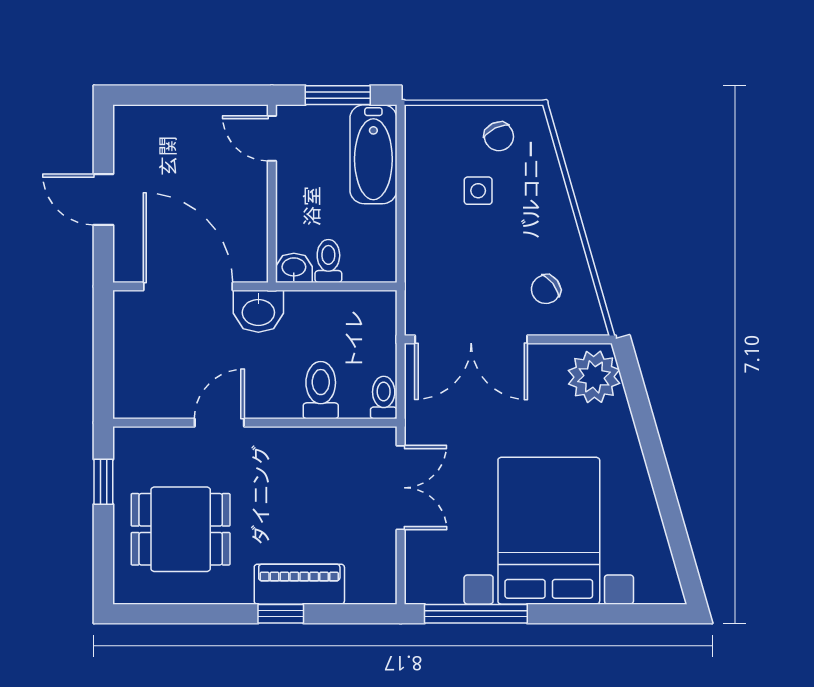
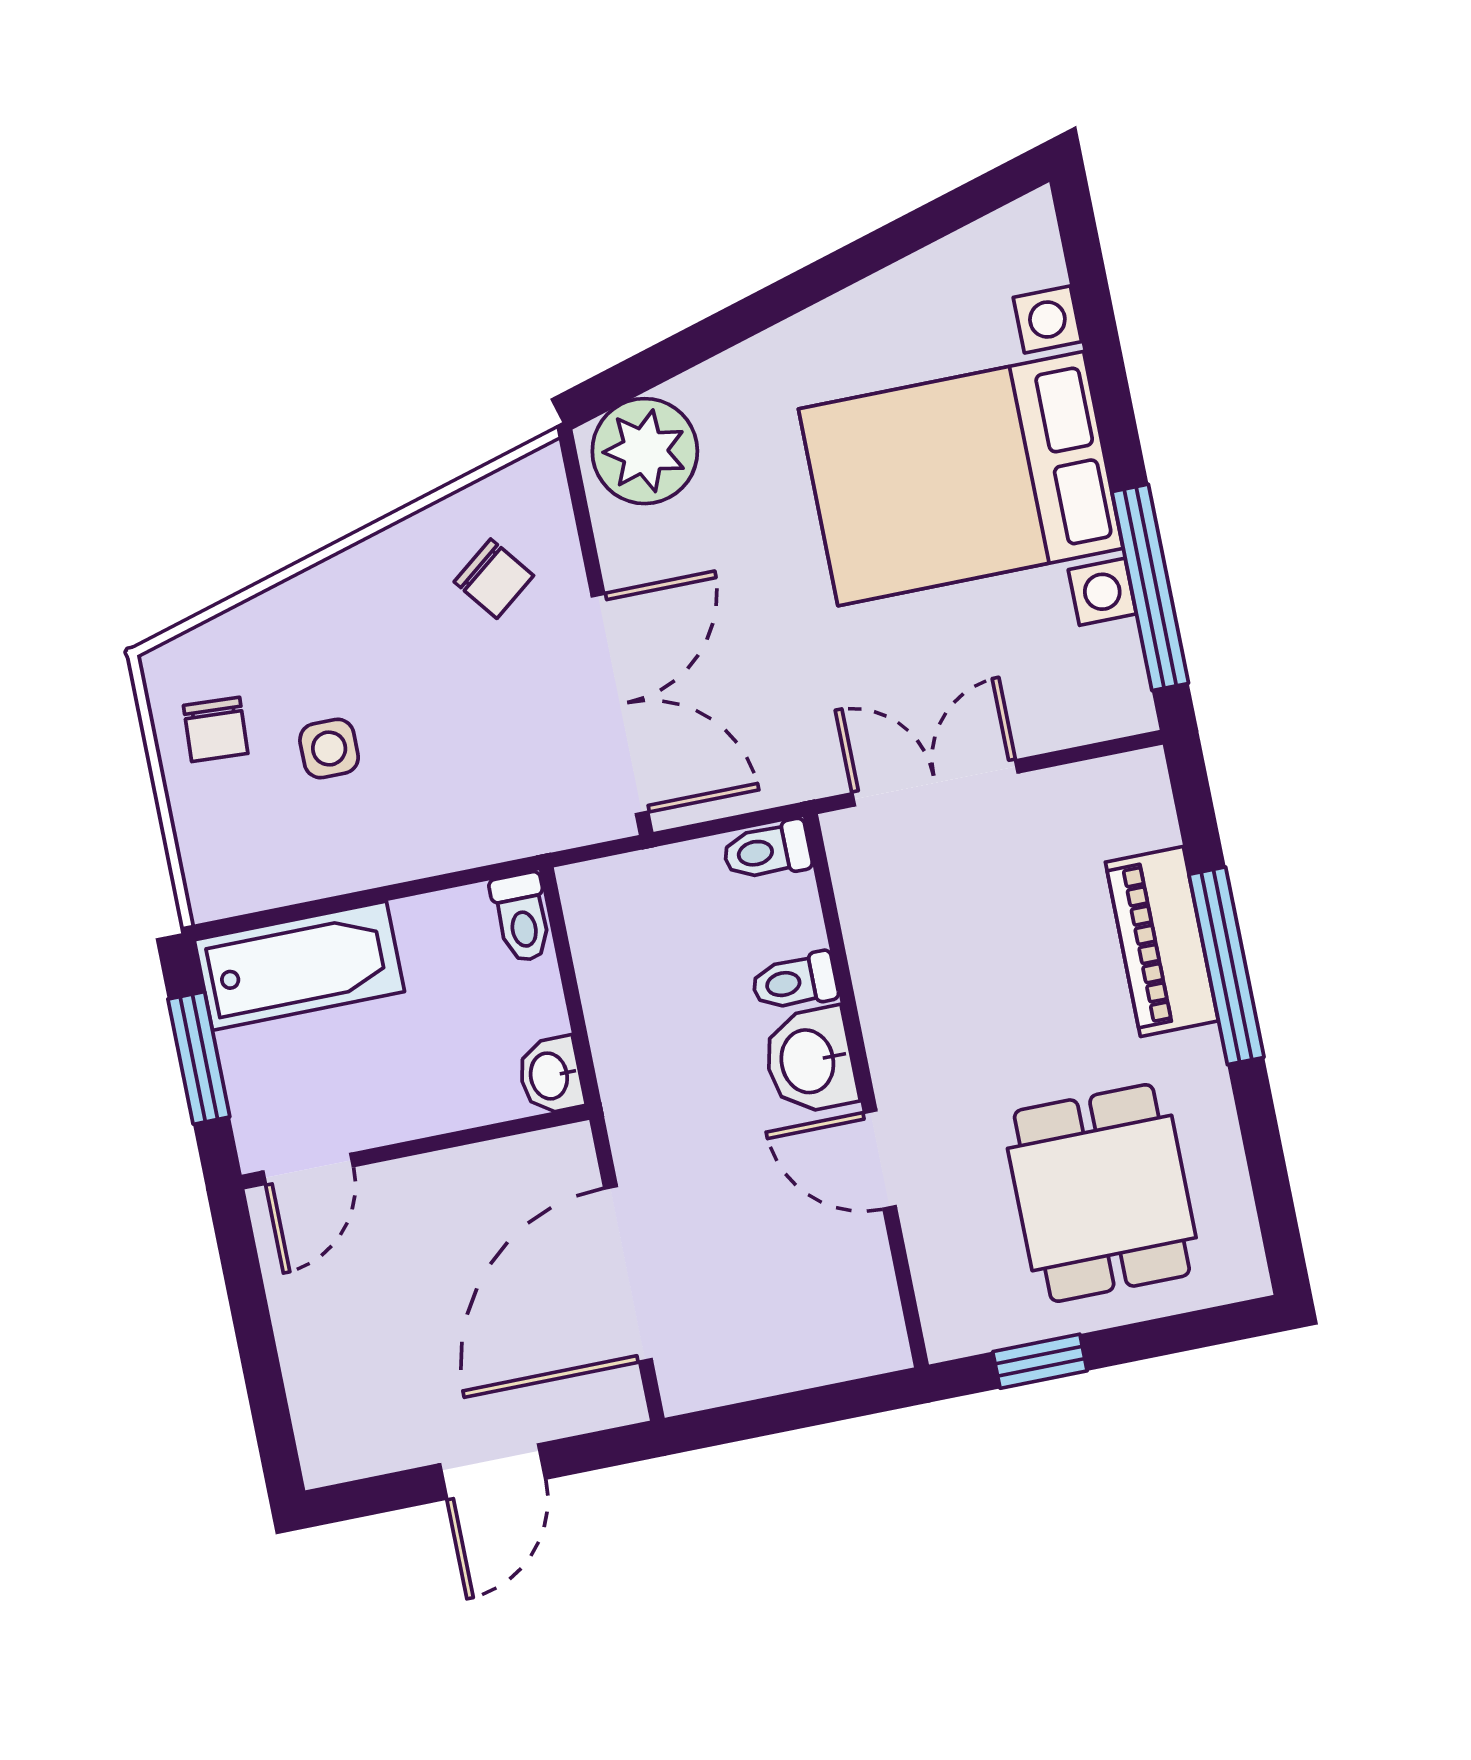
chair: (499, 136) -> (216, 729), turned 119
toilet: (328, 261) -> (522, 917), moved, turned -90
washbasin: (258, 311) -> (810, 1061), moved, turned 180
toilet: (321, 390) -> (795, 982), width x0.73, depth x0.72
window: (281, 614) -> (1226, 966), width x2.17

